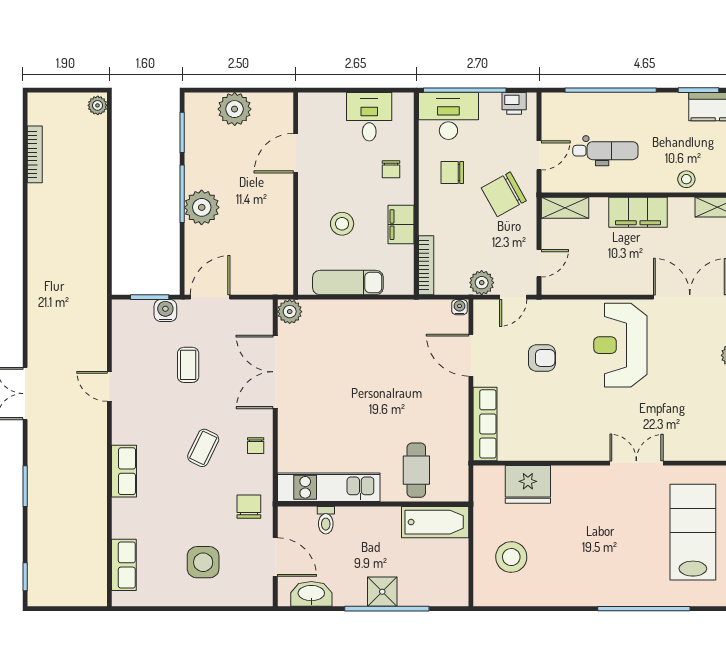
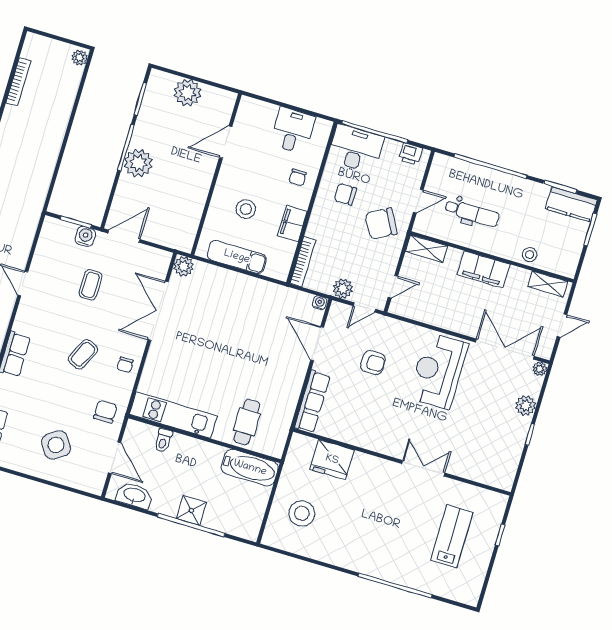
lab bench: (693, 532) -> (452, 536), width x0.73, depth x0.72
side table: (203, 562) -> (56, 445), turned -34

